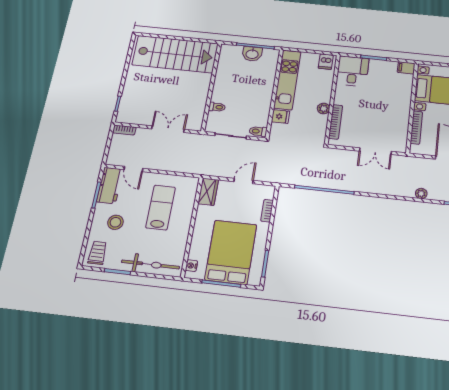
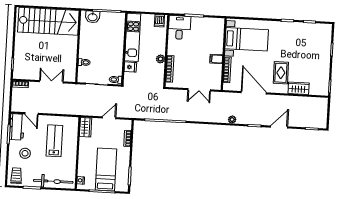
washbasin: (252, 54) -> (93, 17), moved
filing cabinet: (406, 68) -> (216, 59), moved
bed: (231, 252) -> (106, 169), width x0.67

